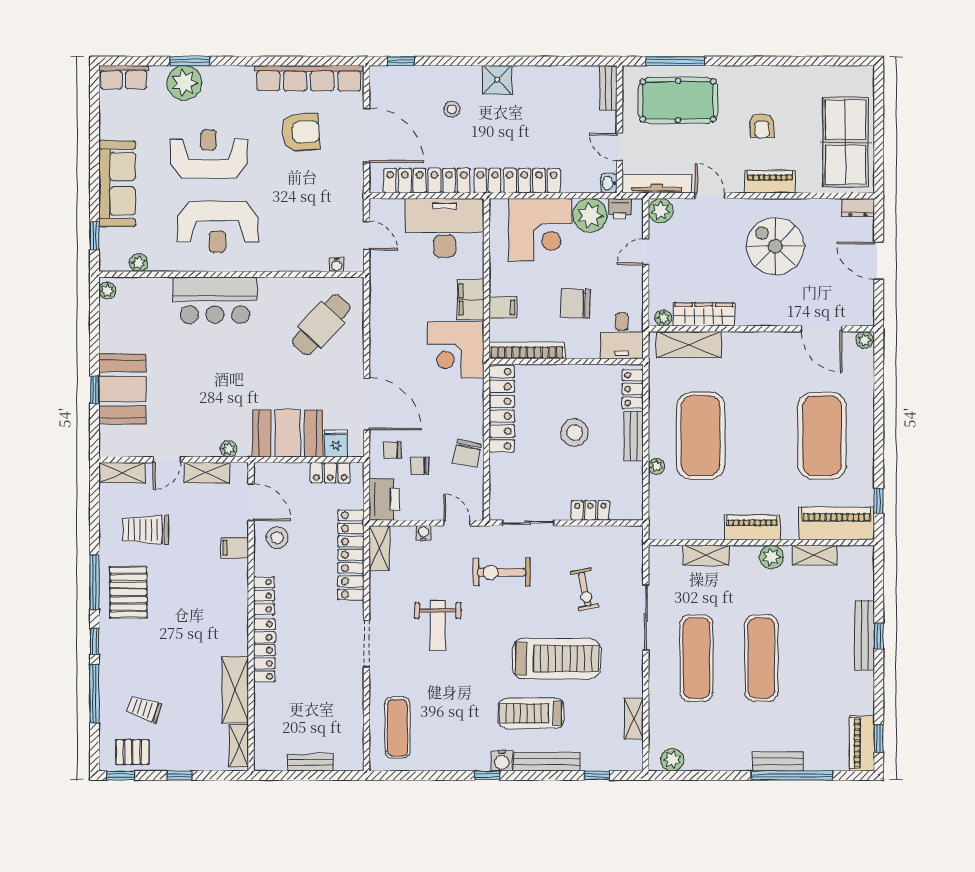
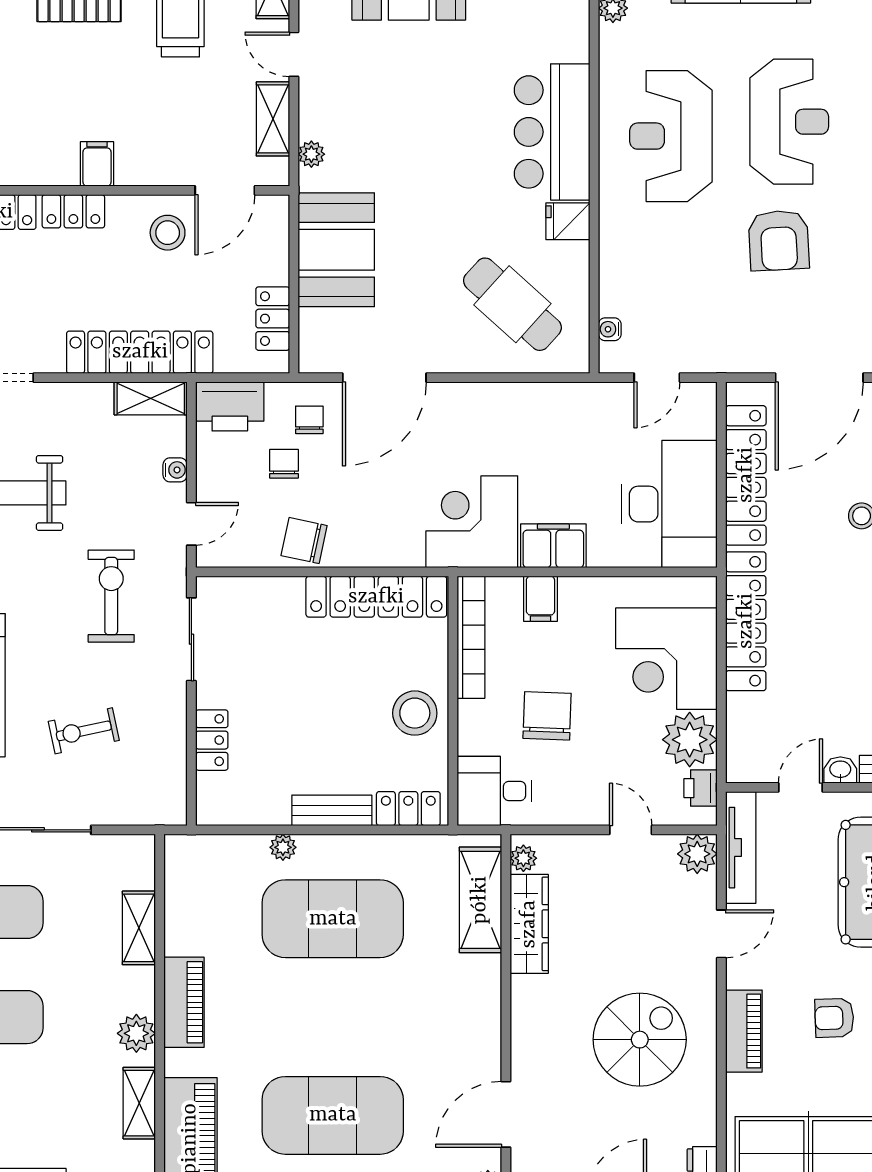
armchair: (301, 132) -> (779, 240), moved
washbasin: (609, 183) -> (840, 770), moved
stool: (574, 433) -> (415, 713), moved
fridge: (336, 443) -> (568, 221), moved, turned 180
filing cabinet: (235, 548) -> (97, 164), moved

